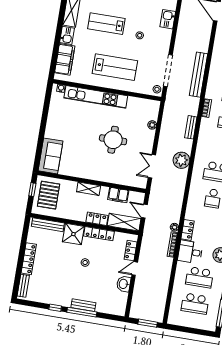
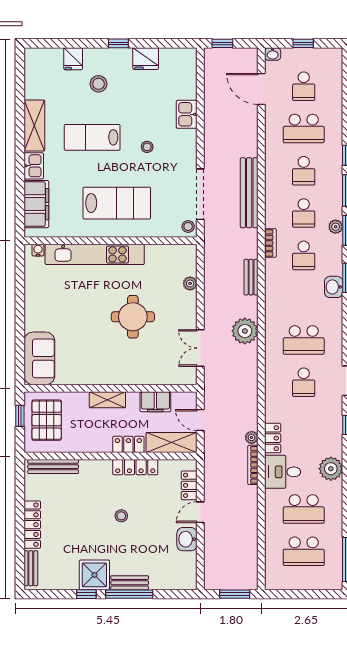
shower: (73, 234) -> (94, 575), moved

